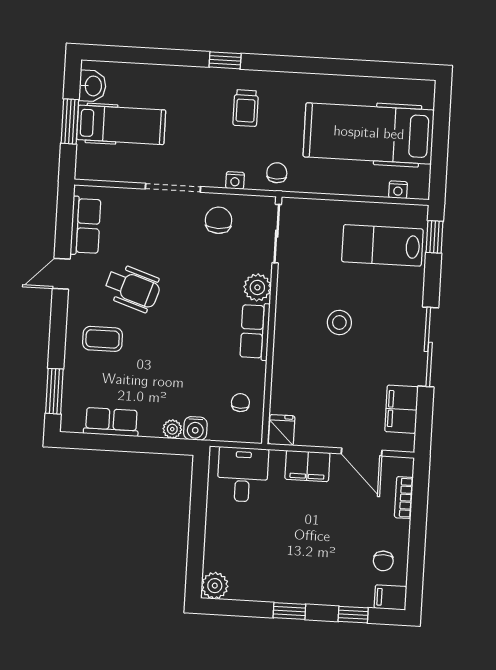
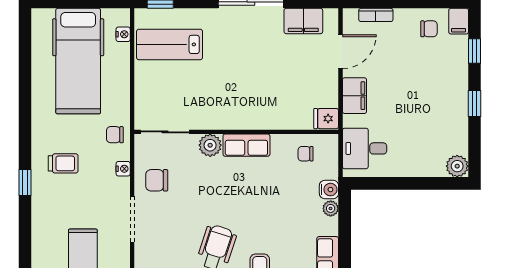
lab bench: (382, 245) -> (170, 44), turned 90
stool: (339, 323) -> (235, 76), removed

